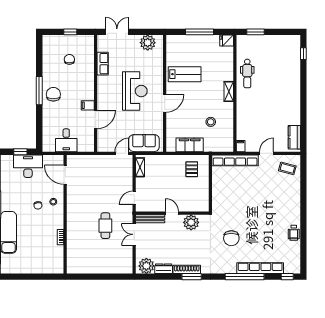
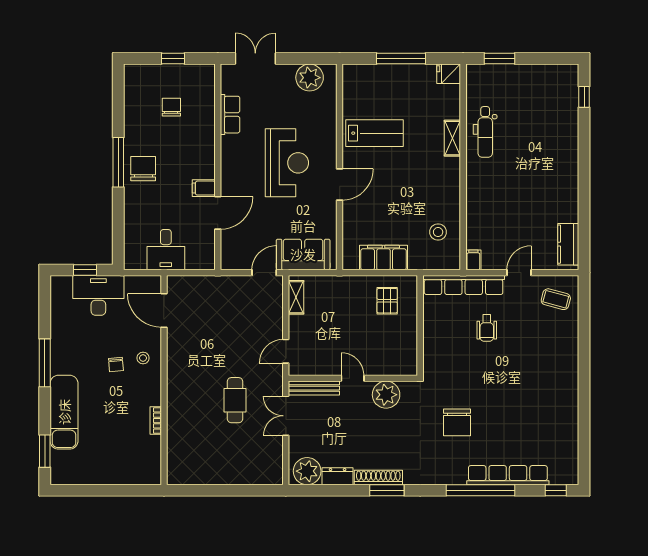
shelving: (229, 92) -> (452, 138), moved
stool: (211, 122) -> (438, 232), moved
wheelchair: (294, 233) -> (487, 328), moved

